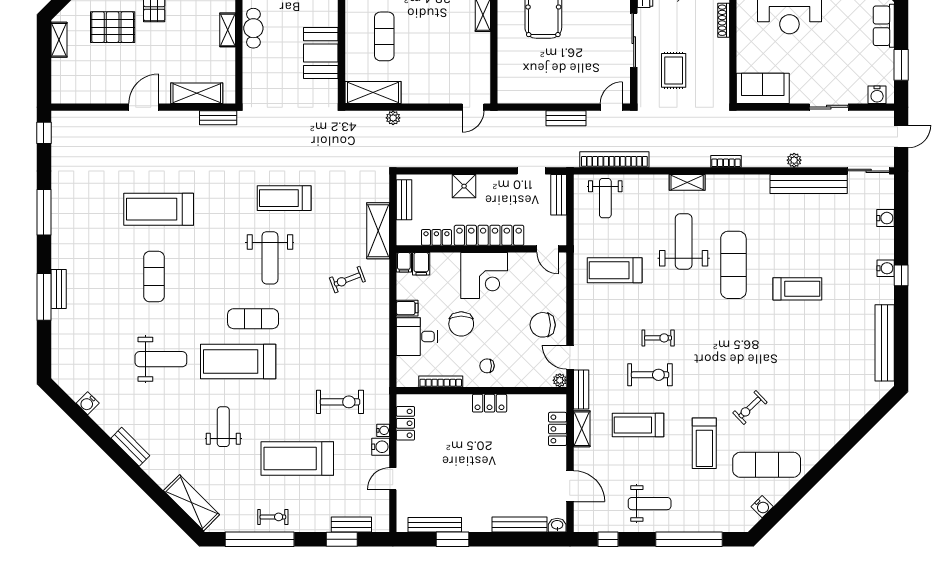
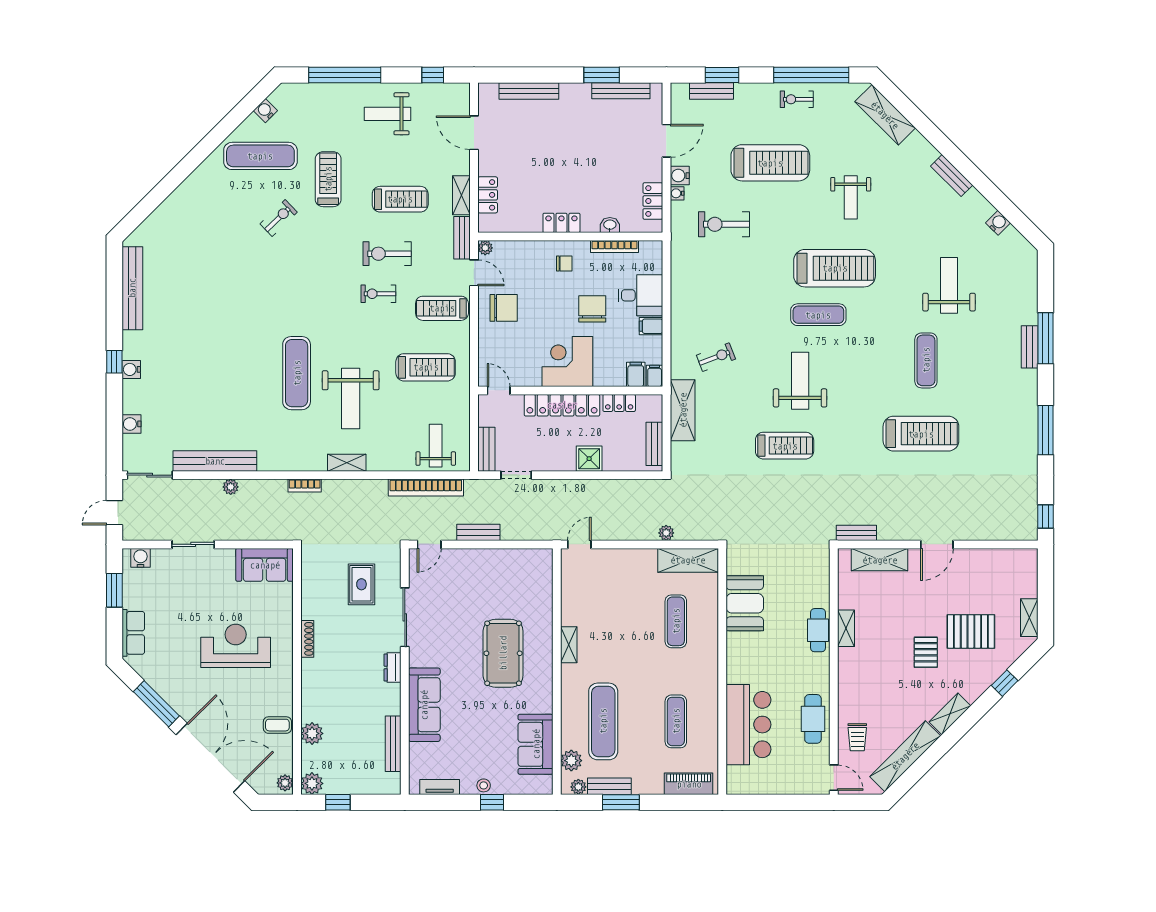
treadmill: (797, 289) -> (442, 308), moved
weight bench: (161, 359) -> (949, 285), moved, turned 90
door: (393, 479) -> (666, 141), width x1.38
washbasin: (557, 525) -> (610, 225), moved, turned 180

